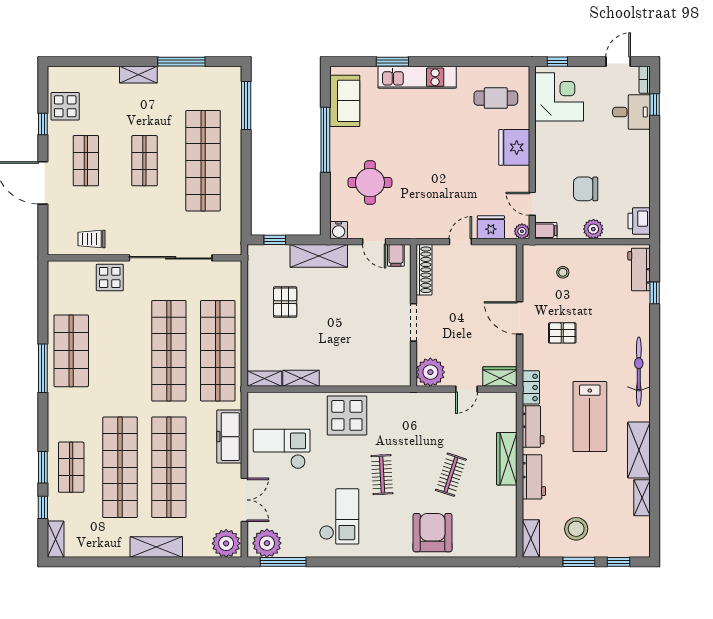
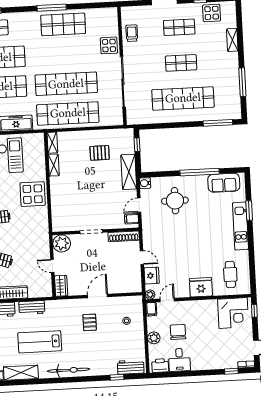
shelving: (138, 75) -> (232, 40), moved
desk: (631, 112) -> (179, 360), moved
locker: (531, 387) -> (55, 305), removed

